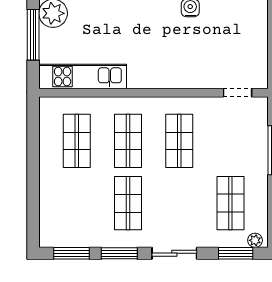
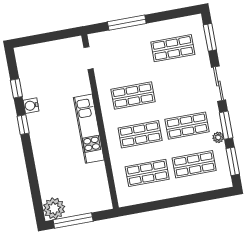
kitchen unit: (83, 77) -> (89, 129), moved
shop shelf: (77, 203) -> (194, 164), added
plant: (255, 240) -> (218, 137), moved

